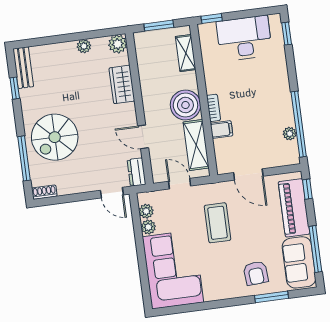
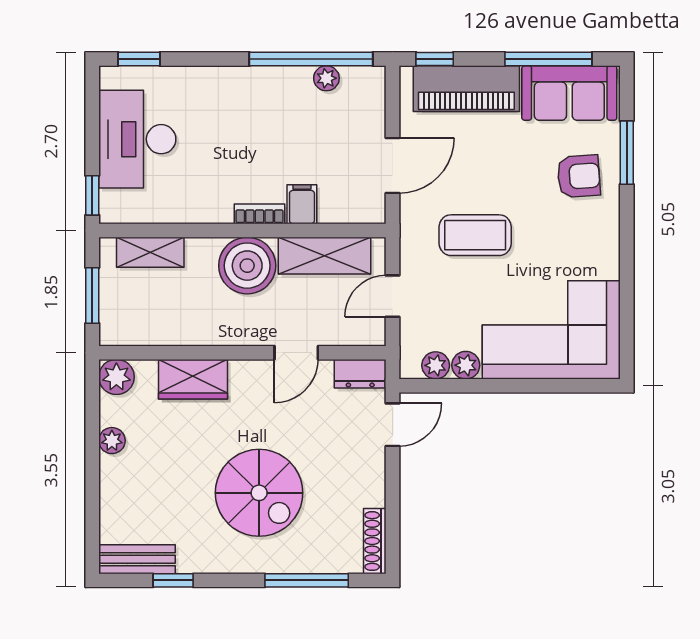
spiral stairs: (55, 137) -> (259, 493), moved
shoe rack: (44, 192) -> (375, 541), width x1.43

